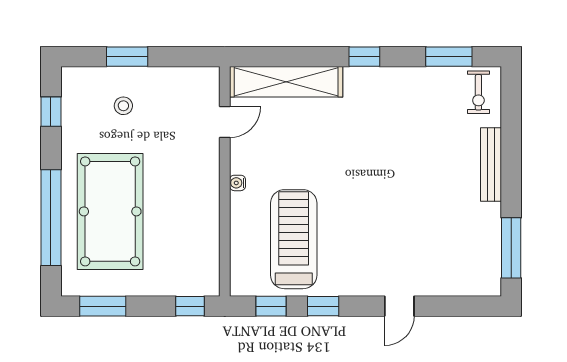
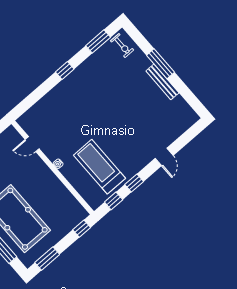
shelving: (286, 82) -> (43, 107), removed
door: (225, 122) -> (32, 144), swing flipped
bench: (491, 165) -> (162, 82), moved
window: (511, 248) -> (161, 64), moved

